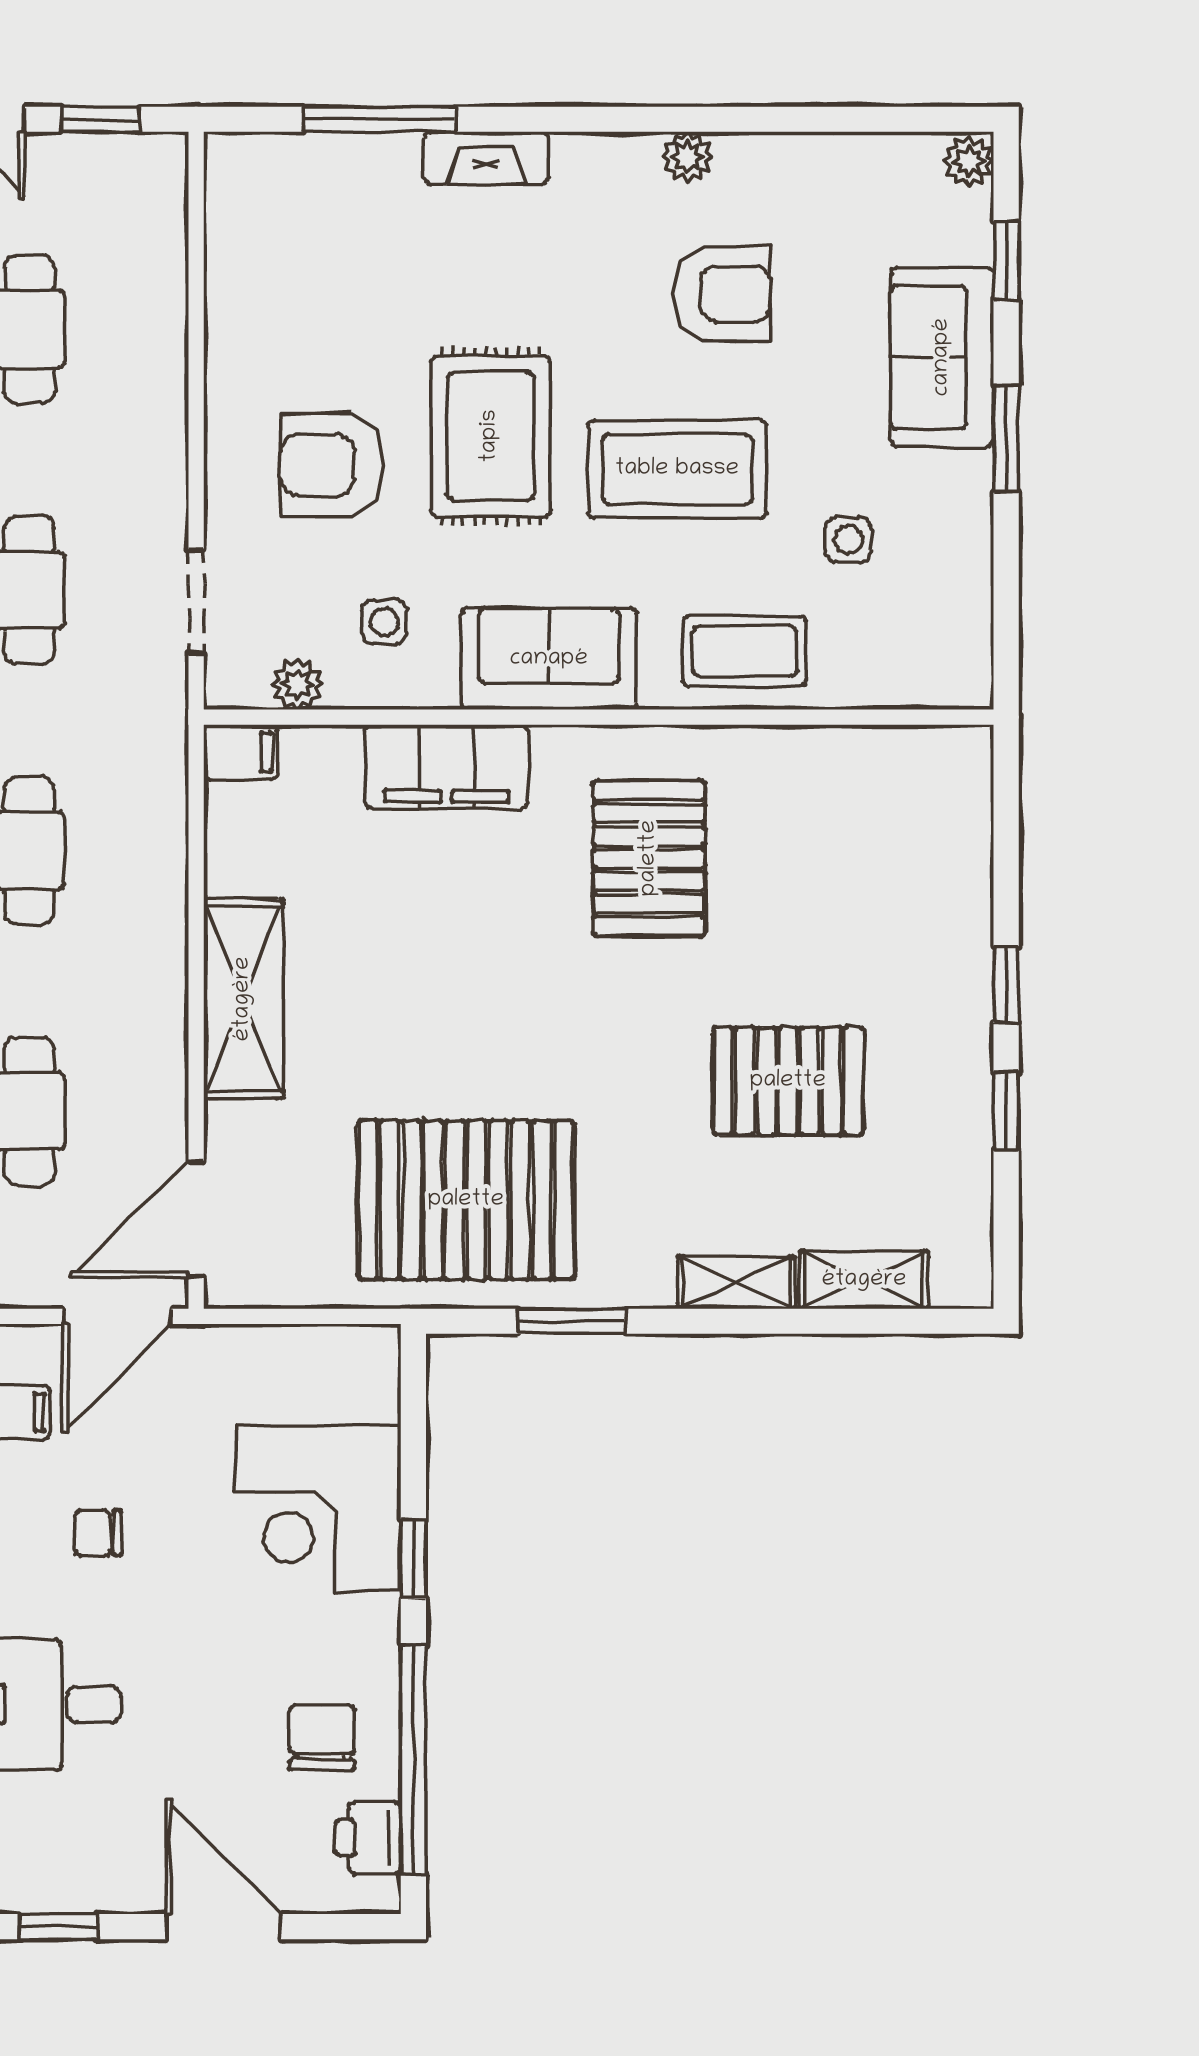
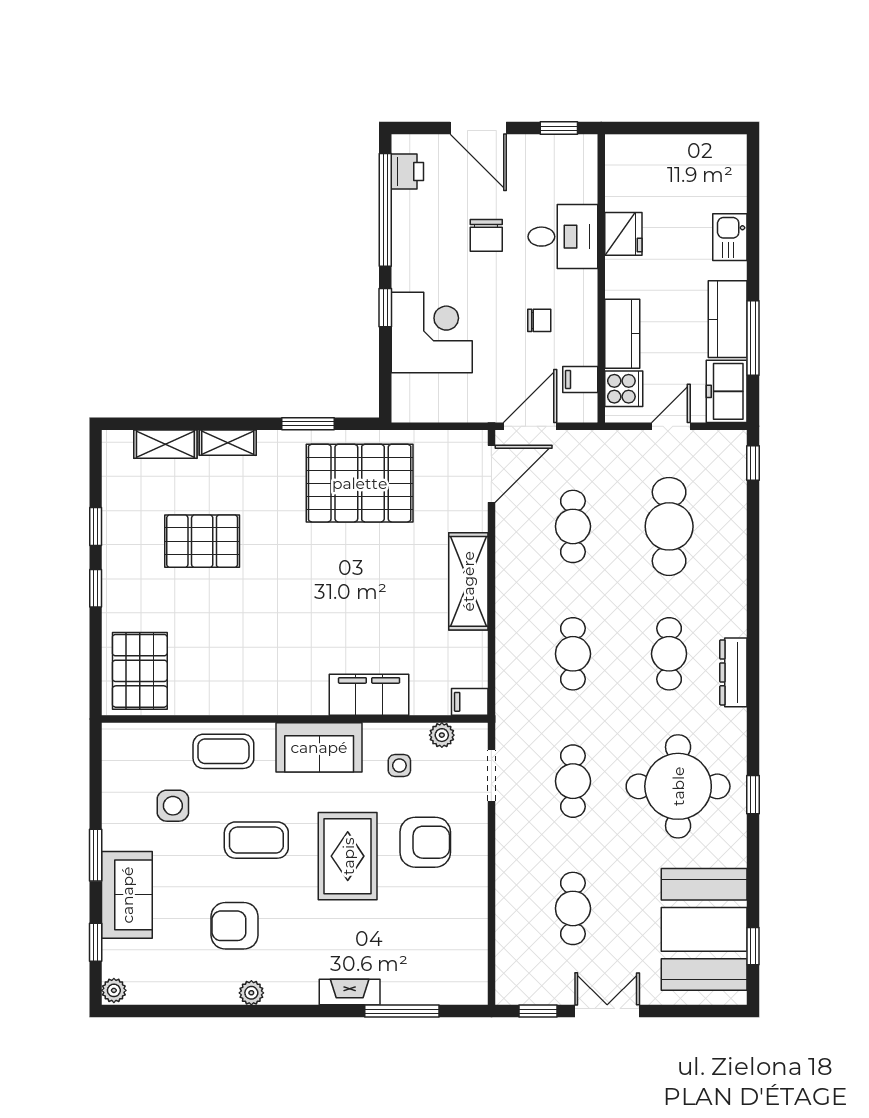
coffee table: (677, 469) -> (256, 840), width x0.73, depth x0.76
side table: (848, 540) -> (173, 806), width x1.37, depth x1.37
pallet: (649, 858) -> (140, 671), moved
chair: (322, 1737) -> (486, 235), moved

